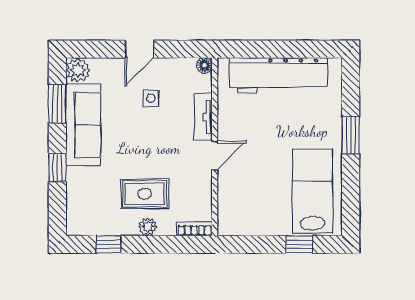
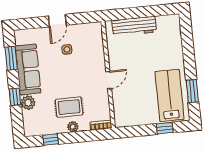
floor lamp: (204, 65) -> (97, 26), removed
plant: (78, 70) -> (28, 103), moved
workbench: (279, 75) -> (134, 26), width x0.73, depth x0.76
tv unit: (203, 117) -> (99, 57), removed
window: (351, 135) -> (192, 91), moved

